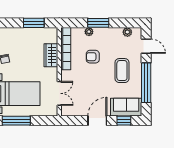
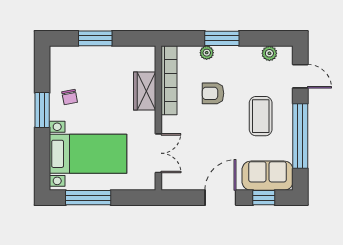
window: (34, 23) -> (95, 38), moved

